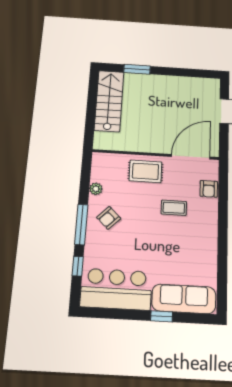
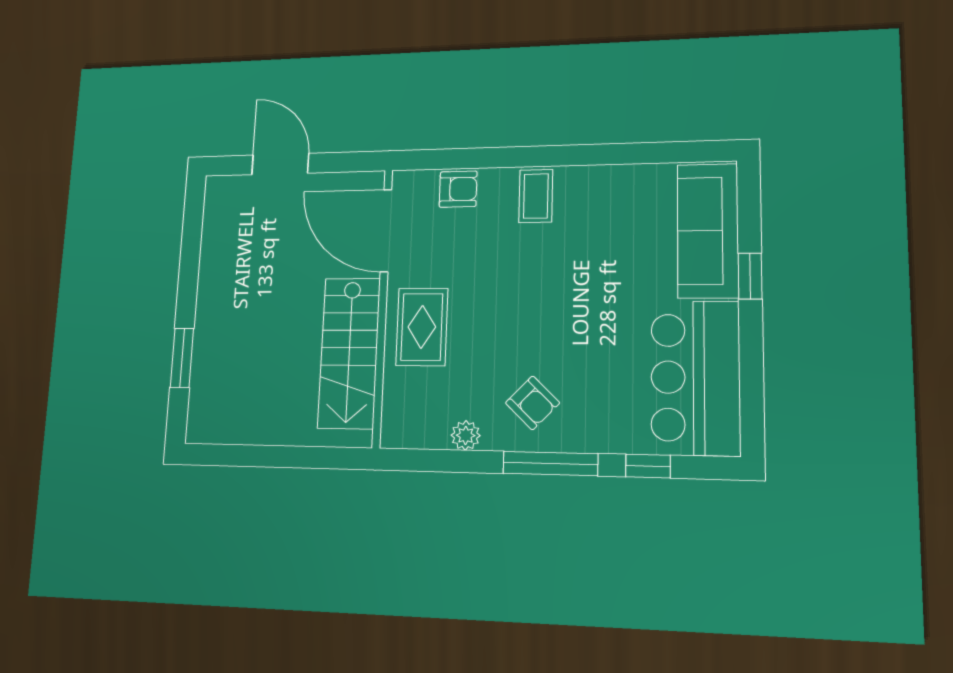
stairs: (109, 101) -> (349, 353), moved, turned -90
coffee table: (174, 208) -> (536, 196), moved

